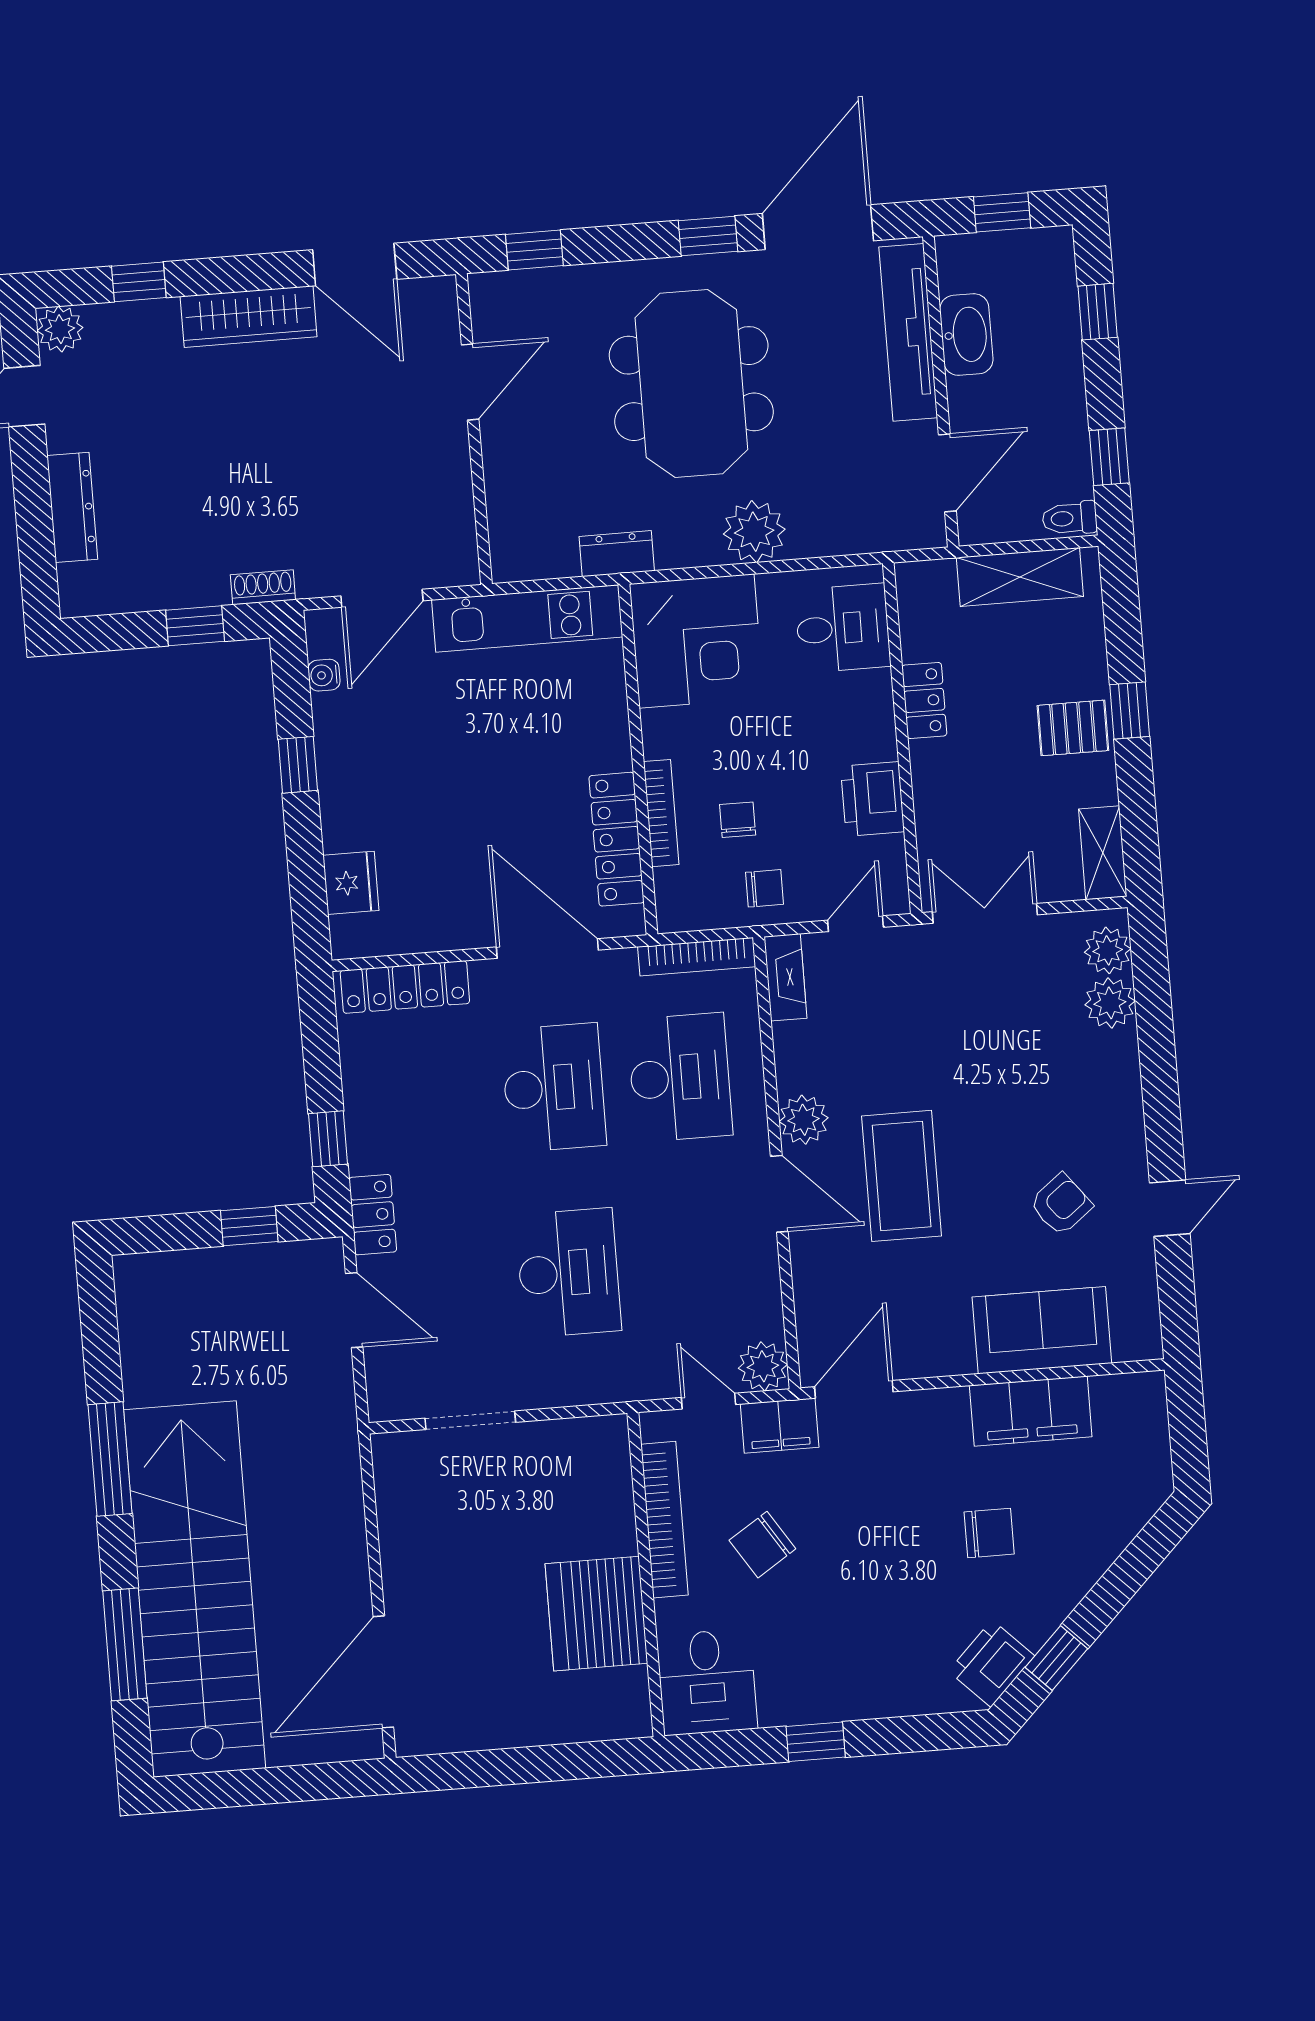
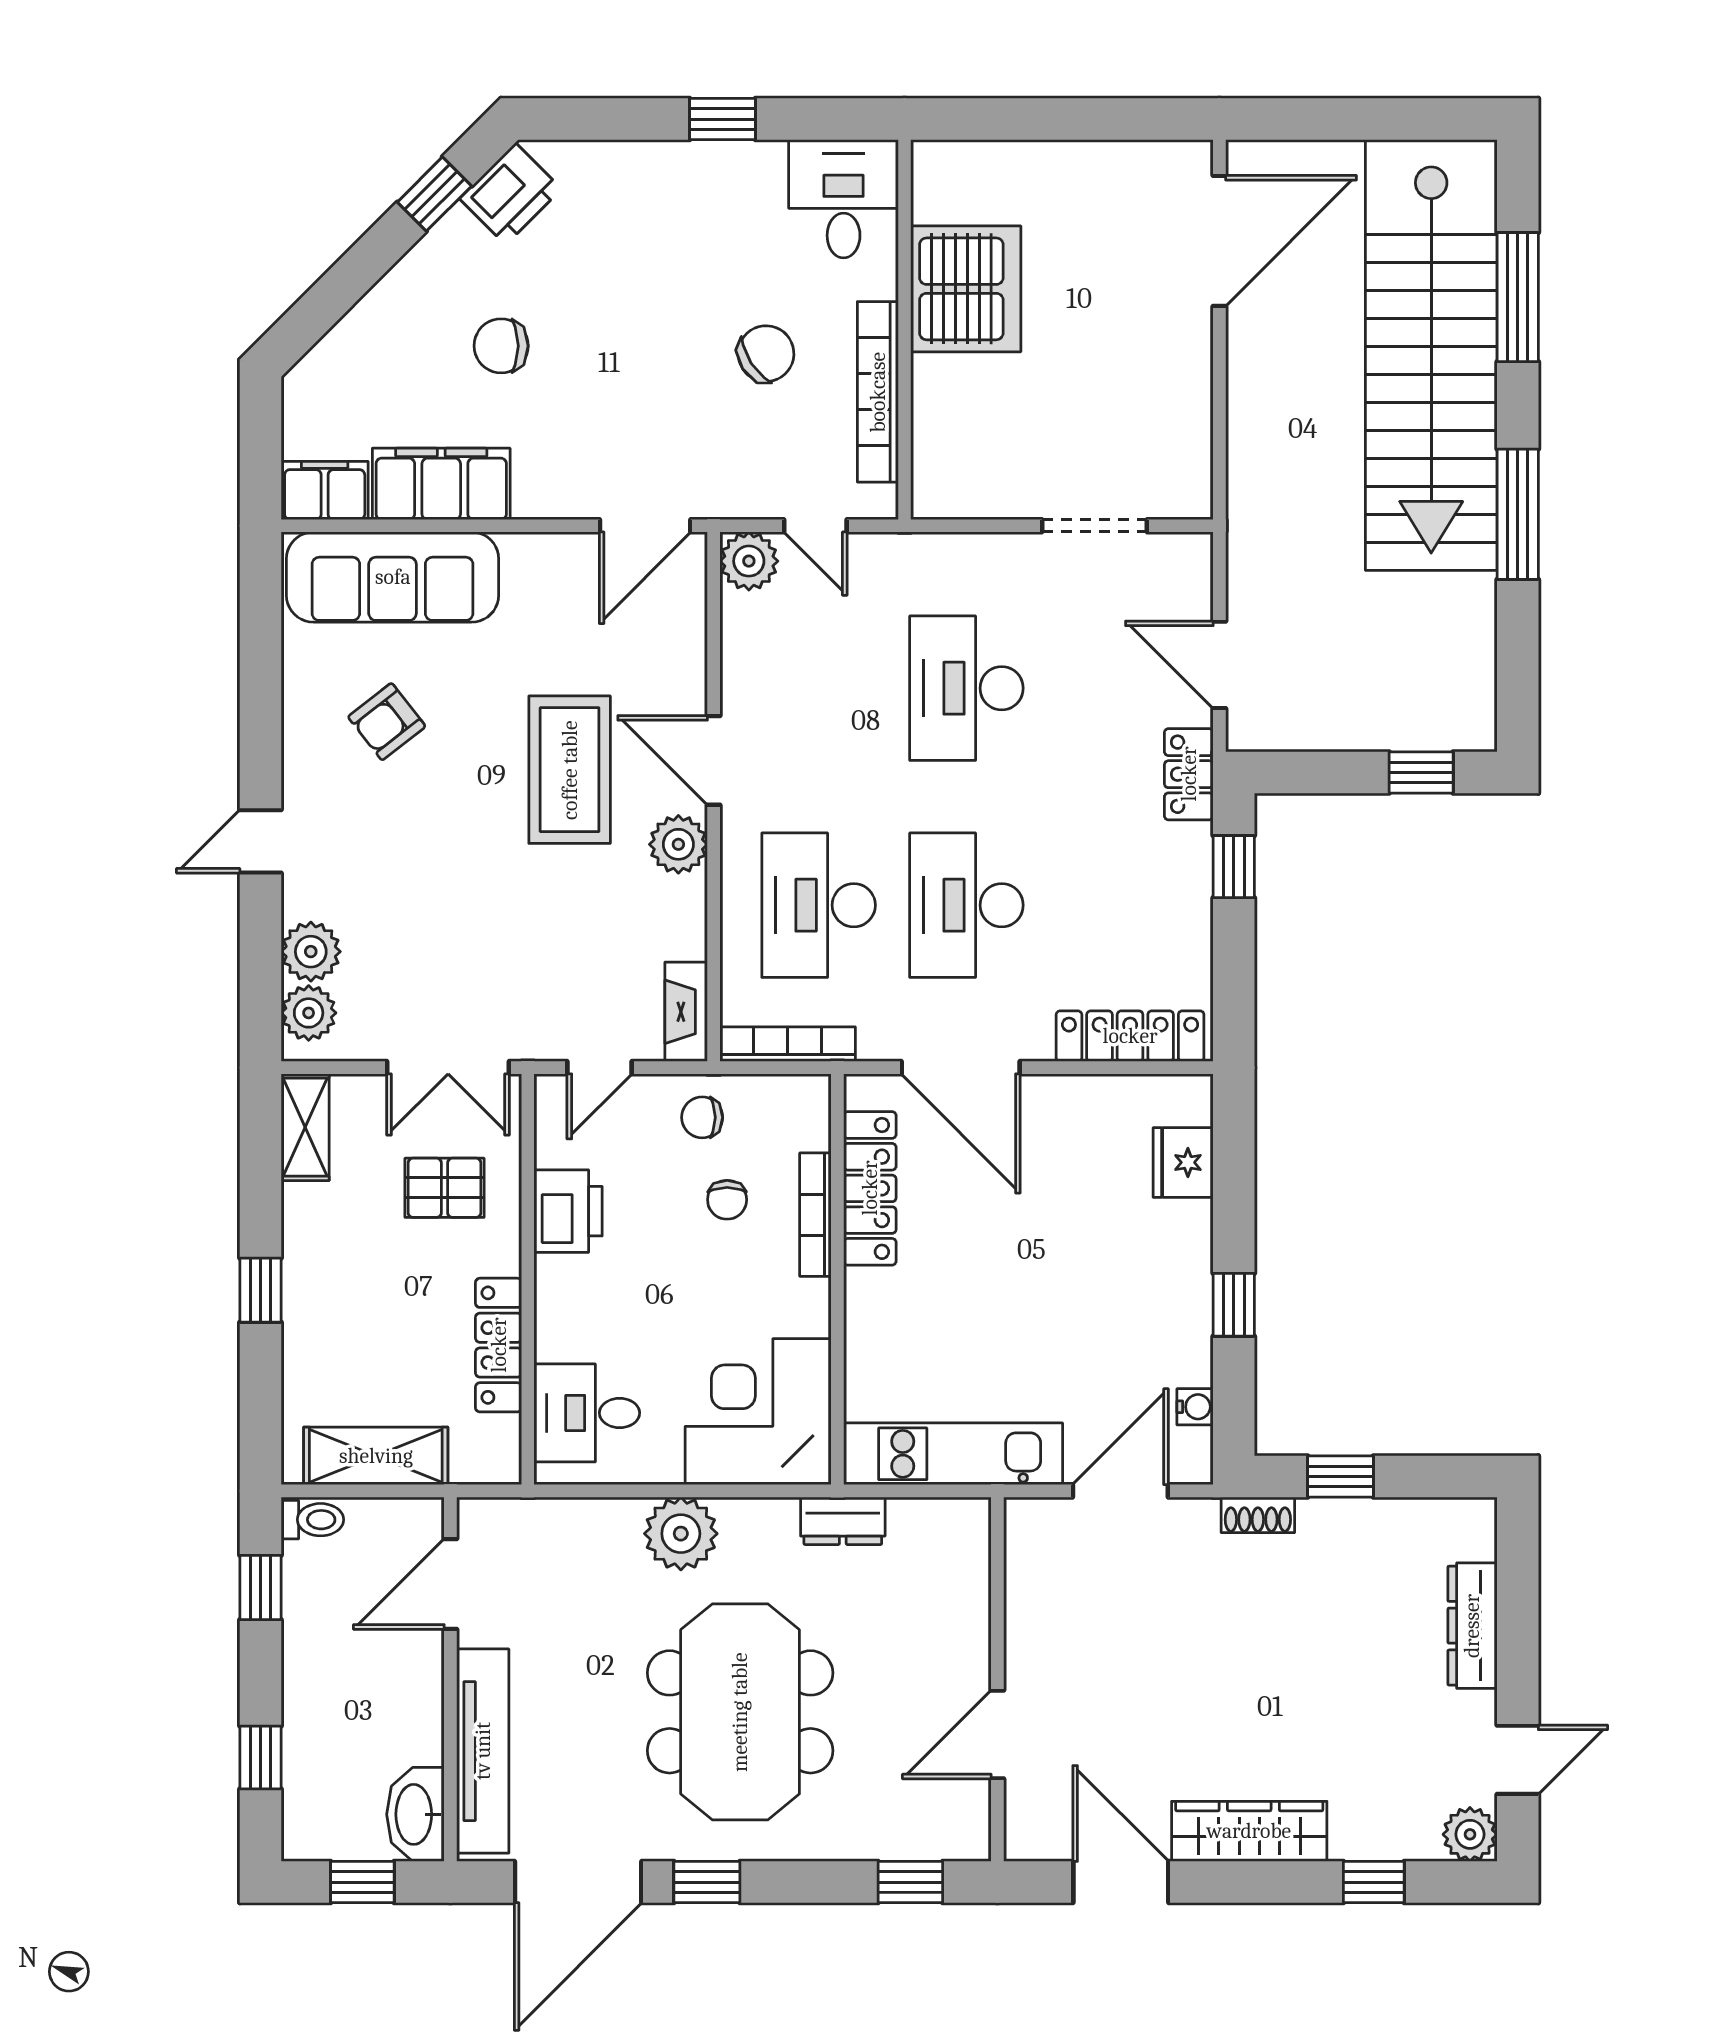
washbasin: (966, 335) -> (415, 1814), moved
locker: (924, 700) -> (499, 1345), width x1.53
pallet: (1073, 728) -> (445, 1188), moved
door: (1170, 1208) -> (260, 841), moved
window: (249, 1226) -> (1421, 772), moved
sofa: (1042, 1330) -> (393, 577), width x1.36
filing cabinet: (780, 1426) -> (325, 490), moved

